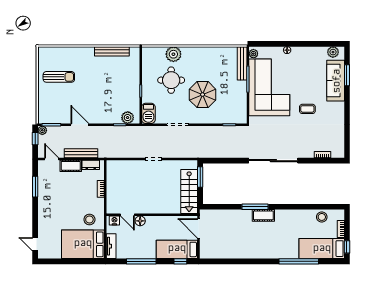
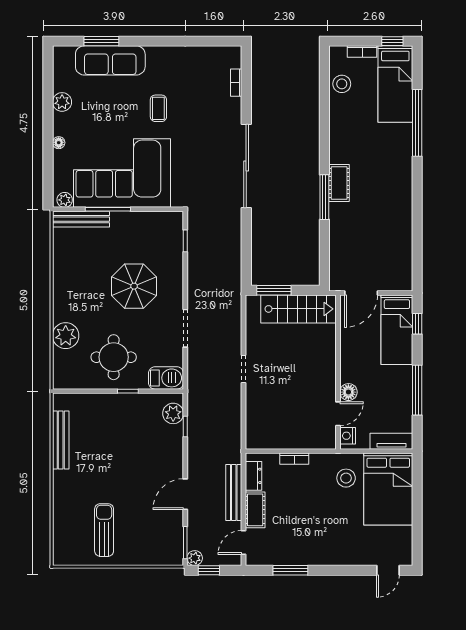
plant: (333, 52) -> (62, 102), moved
round table: (171, 80) -> (114, 357), moved

